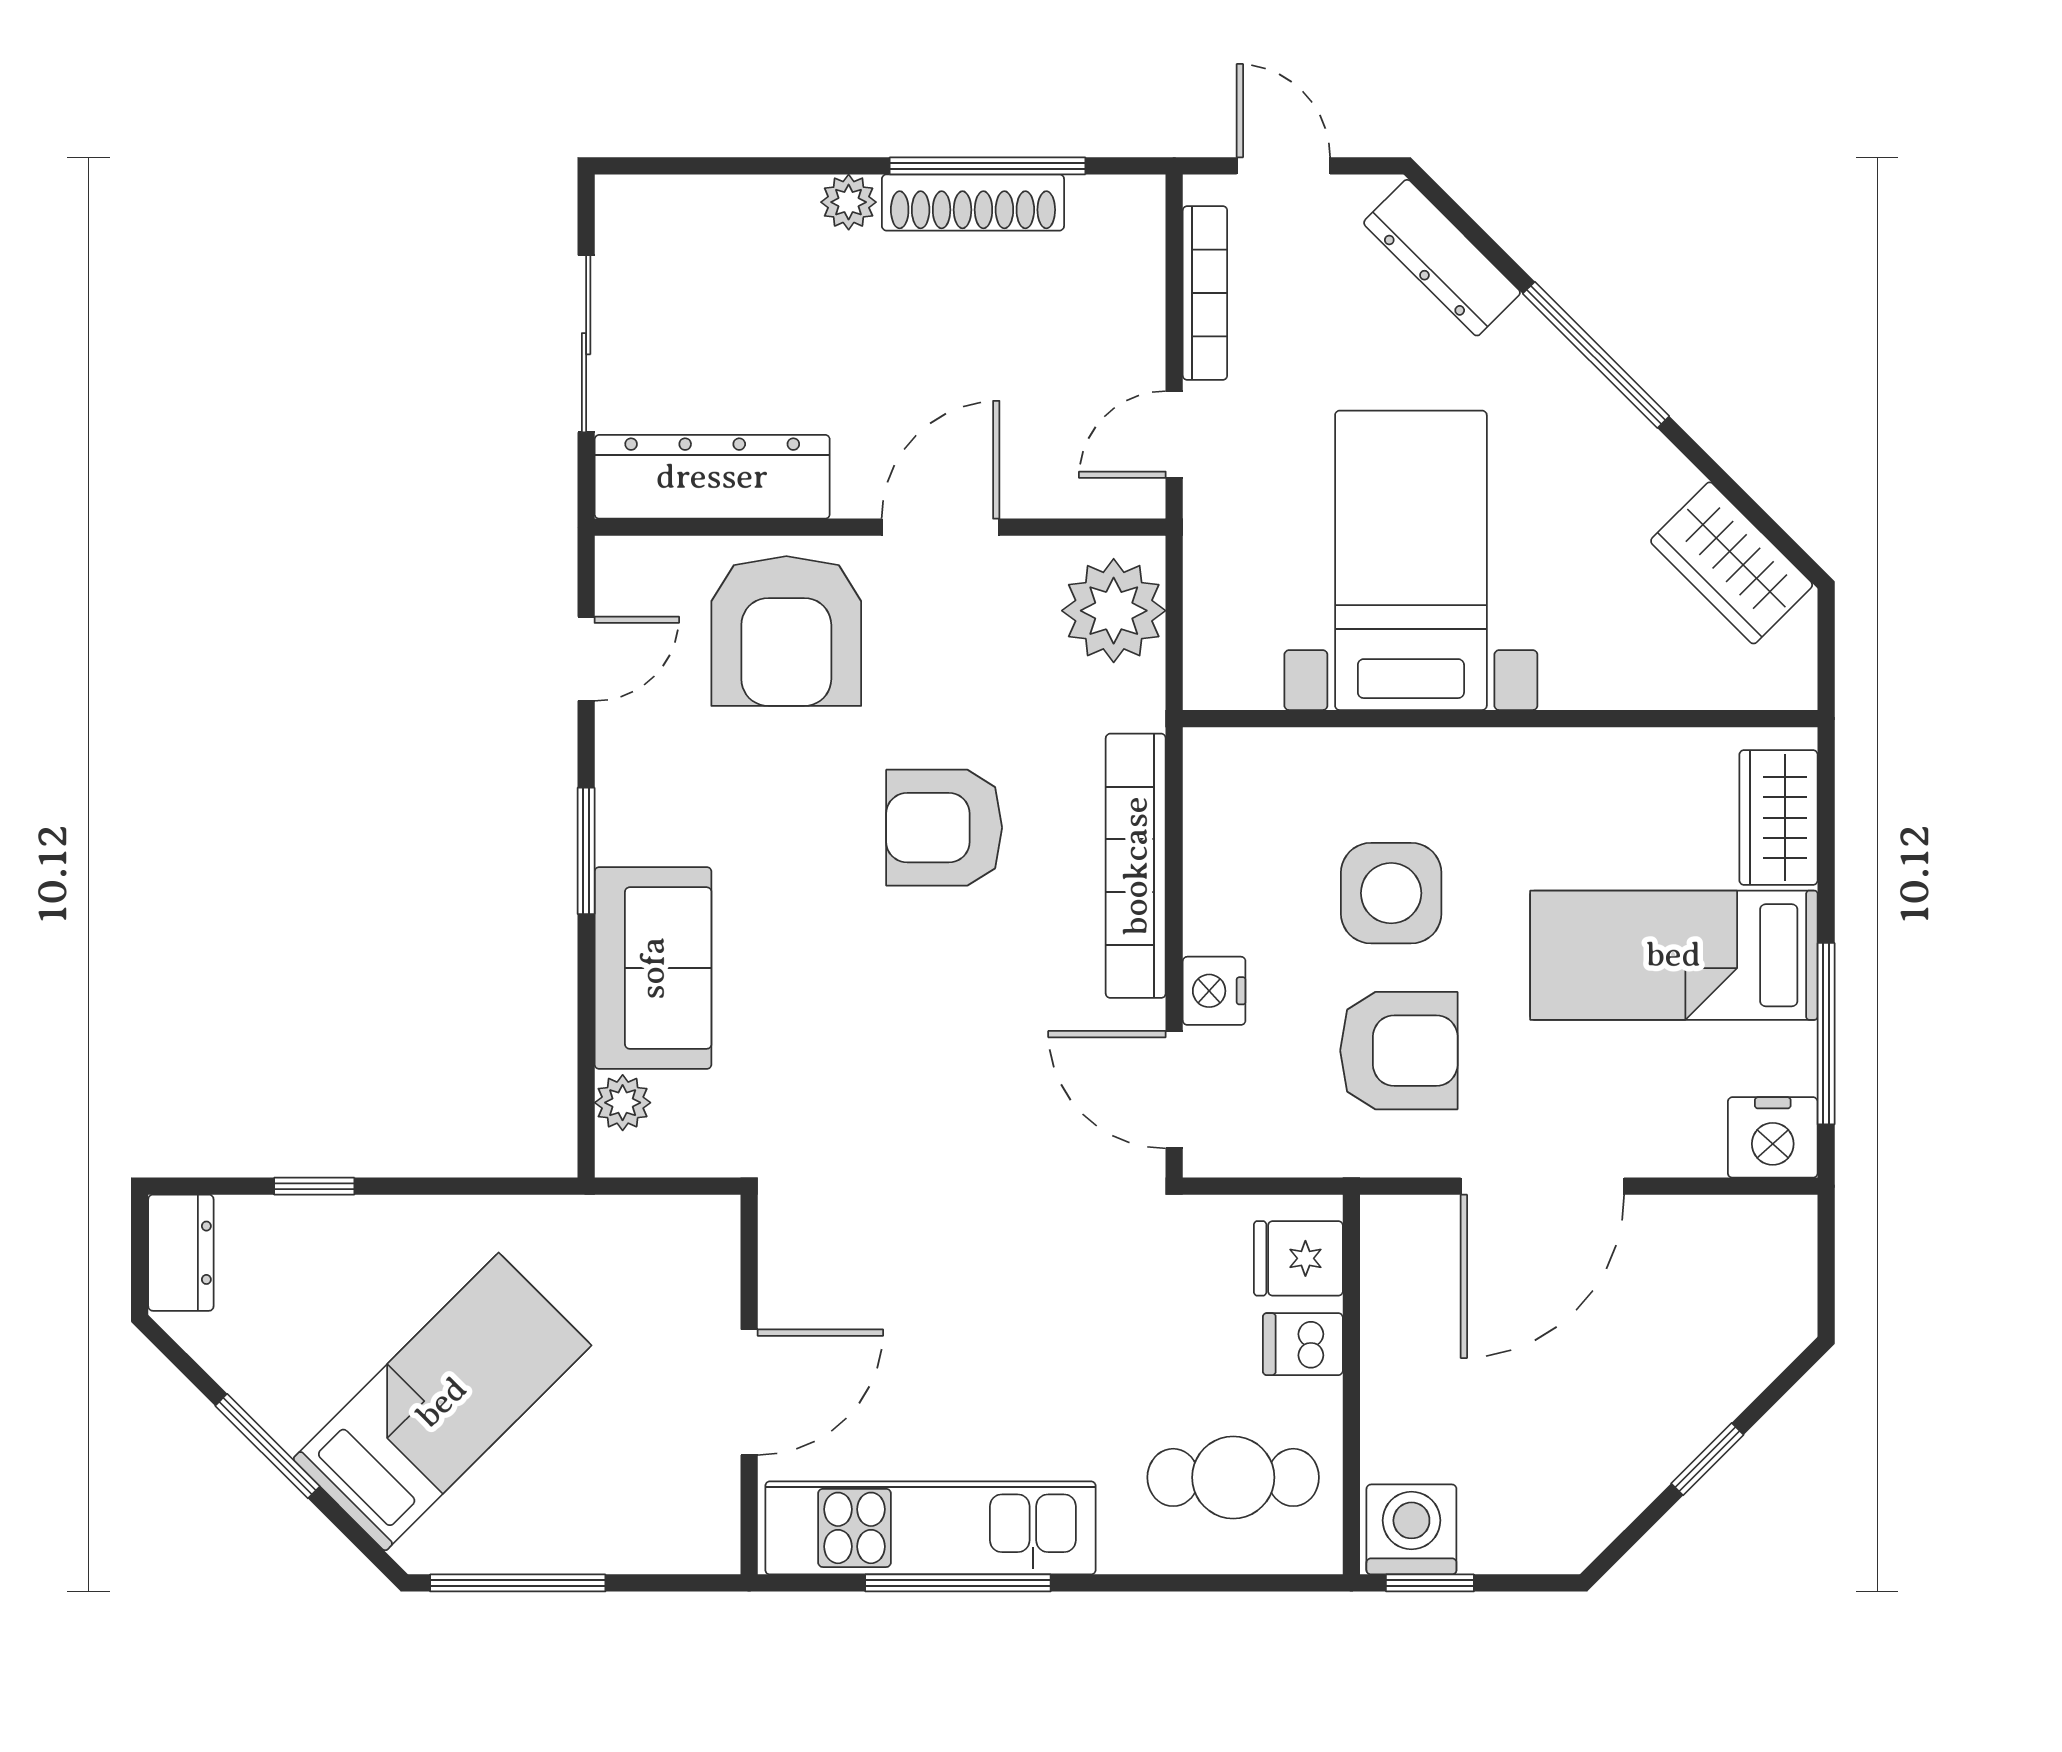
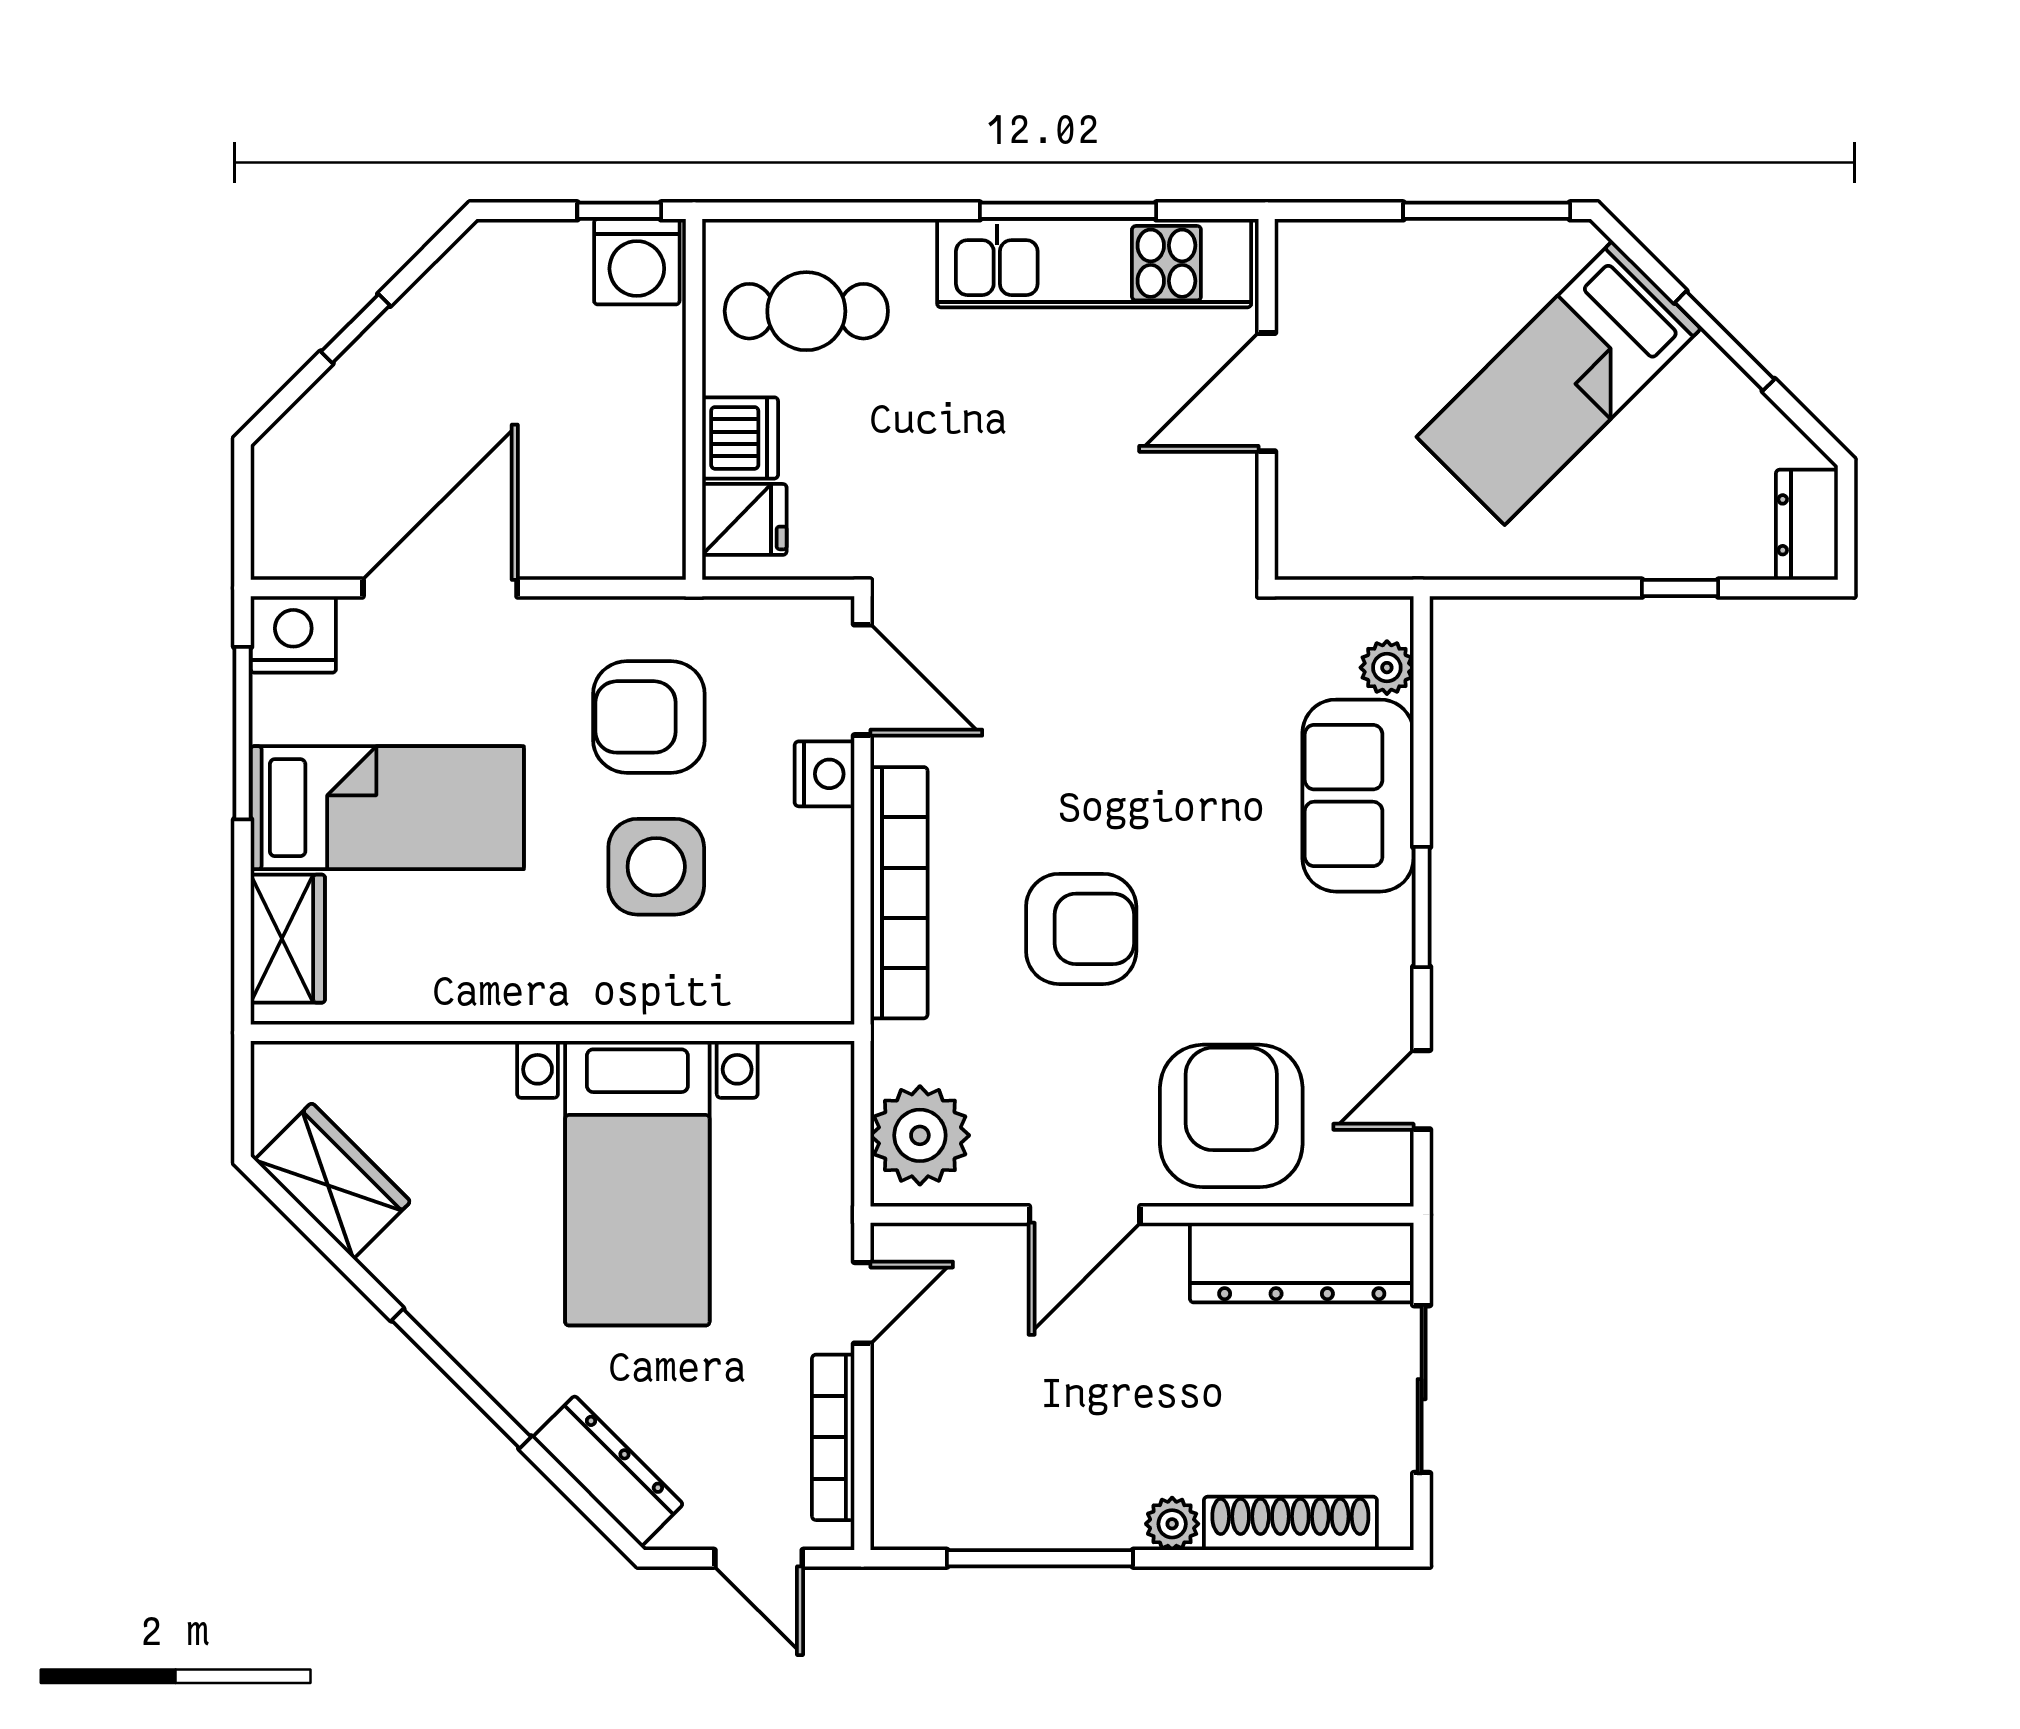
shoe rack: (973, 202) -> (1290, 1523), moved
door: (1542, 1186) -> (440, 588), moved
dishwasher: (1303, 1344) -> (740, 438), width x1.38

